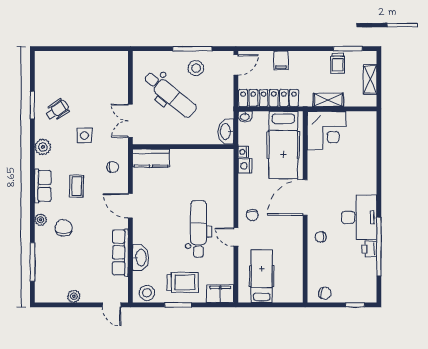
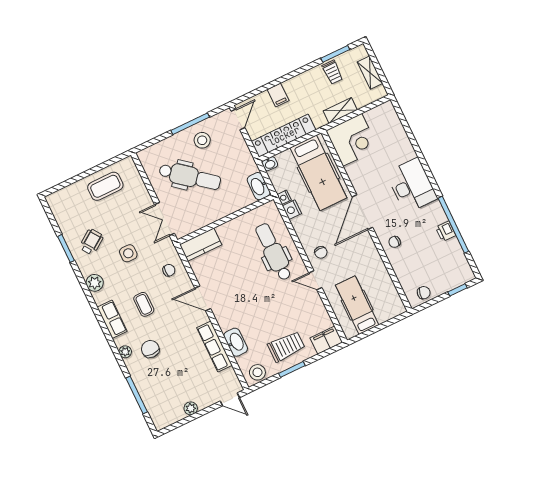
coffee table: (93, 68) -> (105, 186), added
desk: (359, 217) -> (412, 186), moved
dental chair: (199, 229) -> (274, 252), moved

